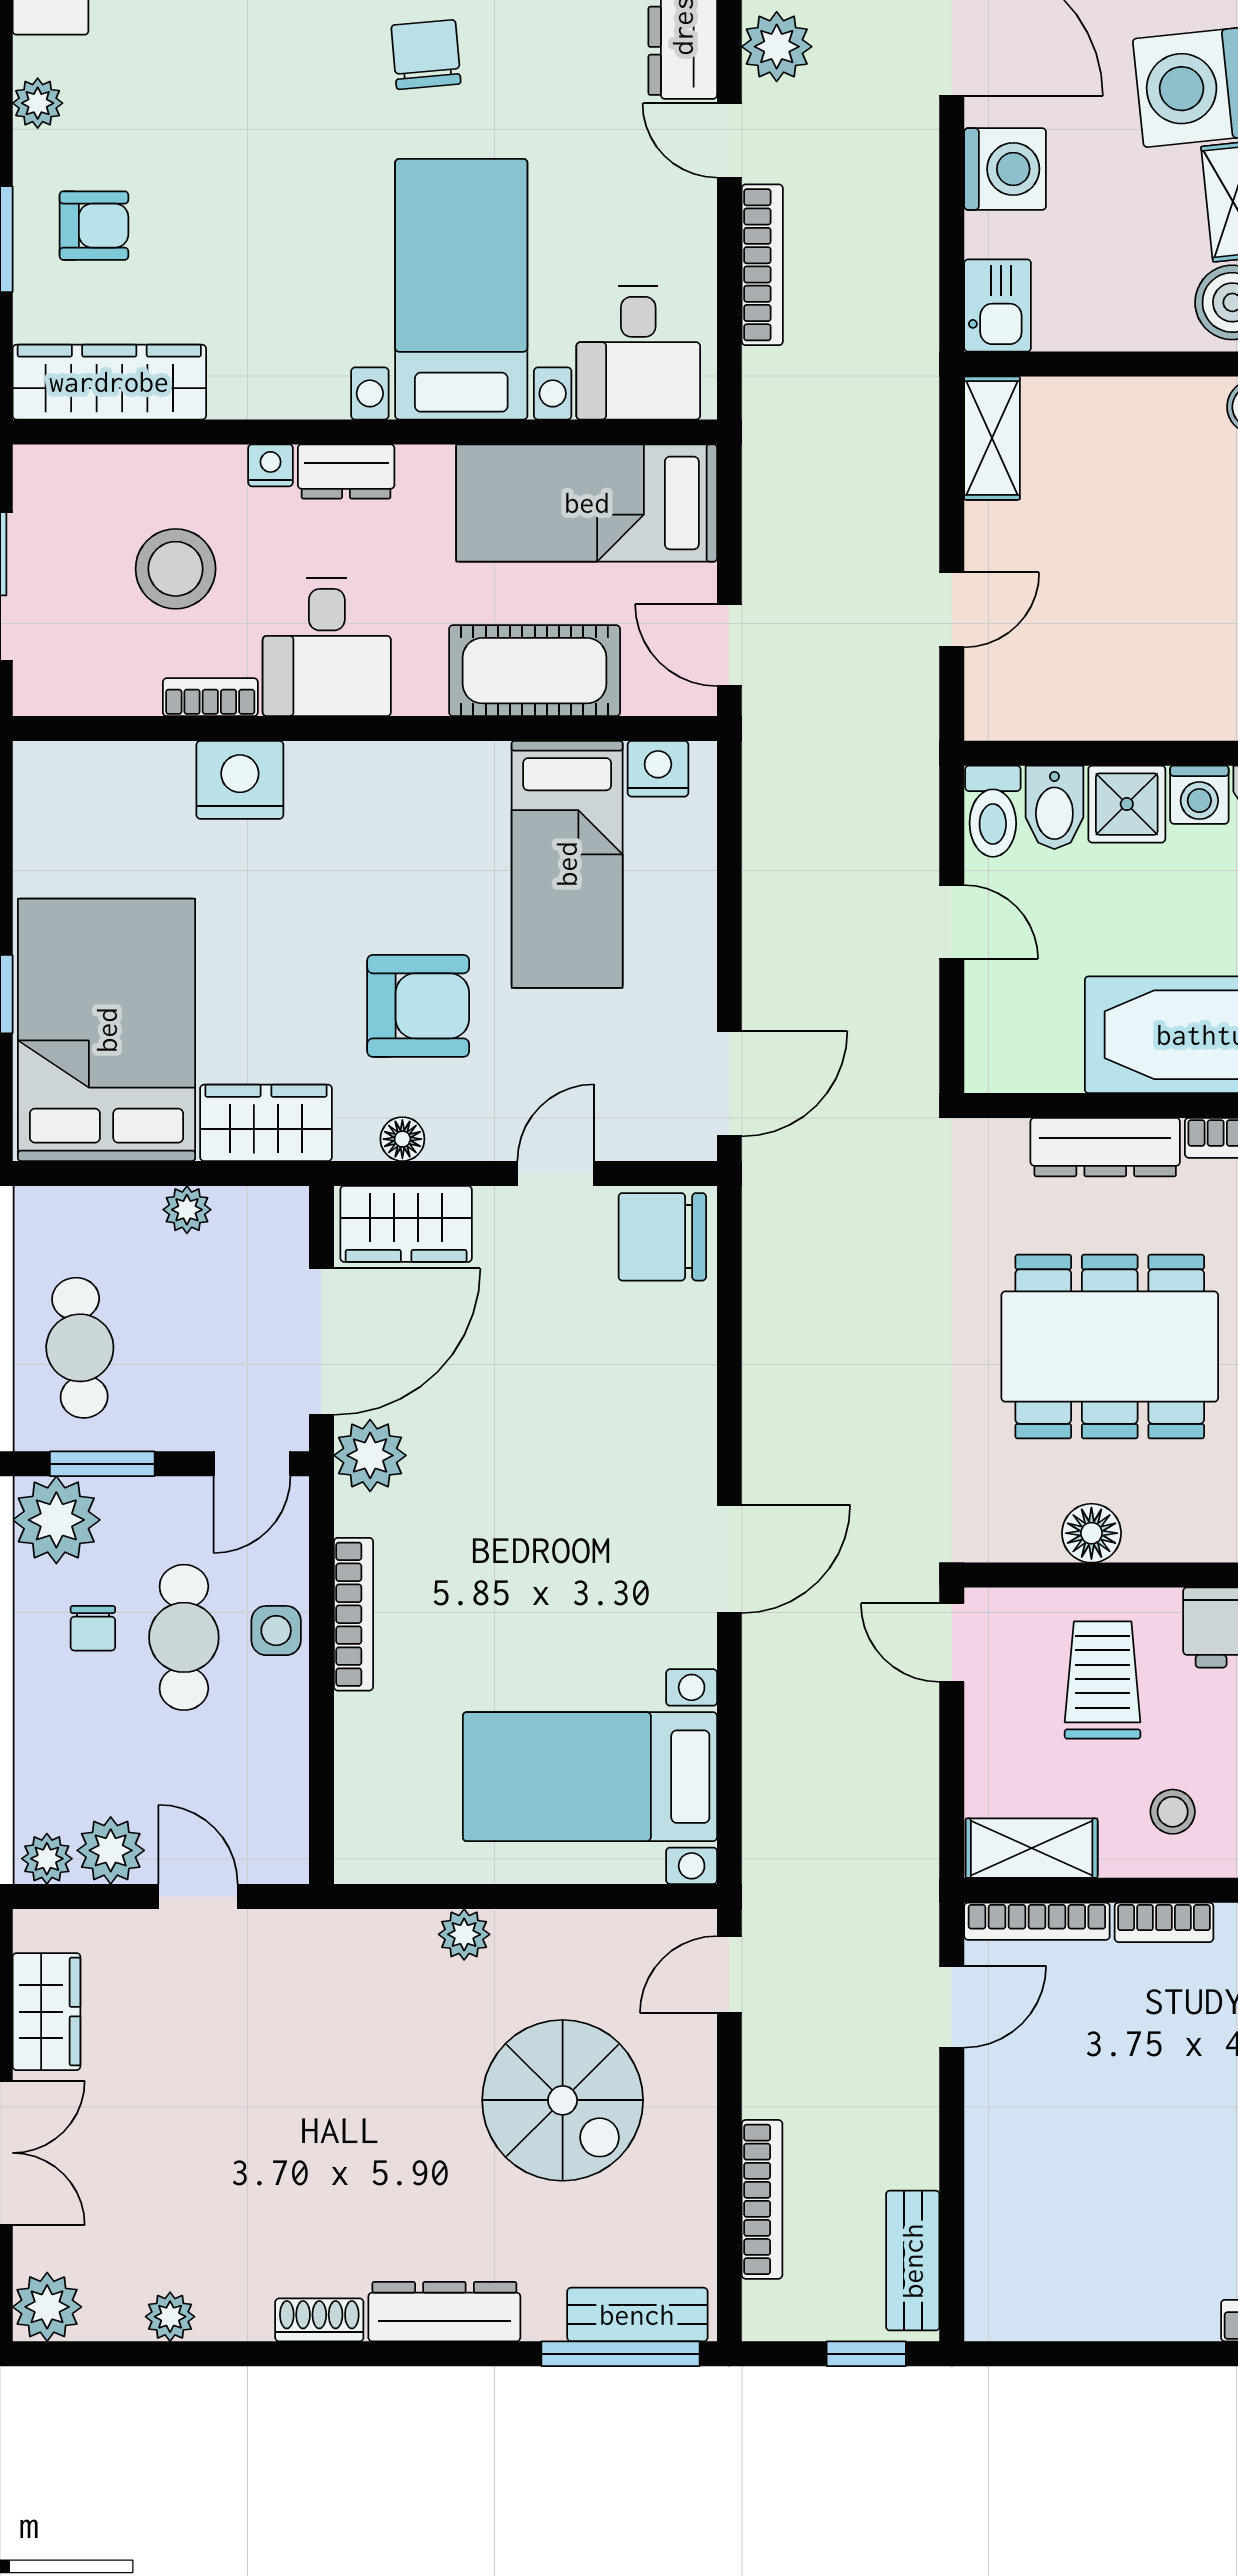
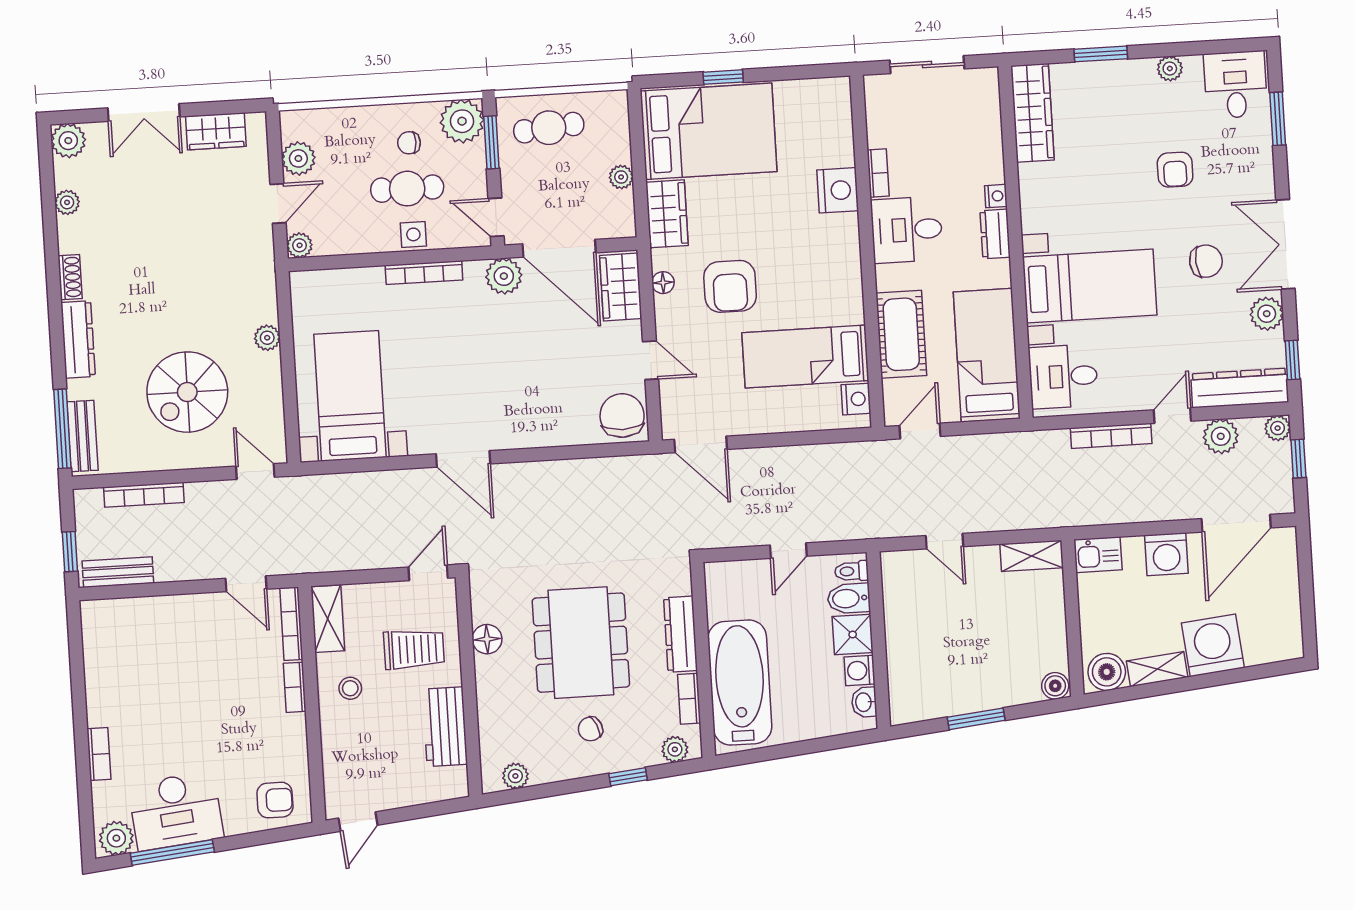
armchair: (94, 226) -> (1175, 170), moved
stool: (176, 569) -> (941, 152), removed
toilet: (993, 811) -> (852, 571), width x0.73, depth x0.72
plant: (47, 1859) -> (300, 245), moved

